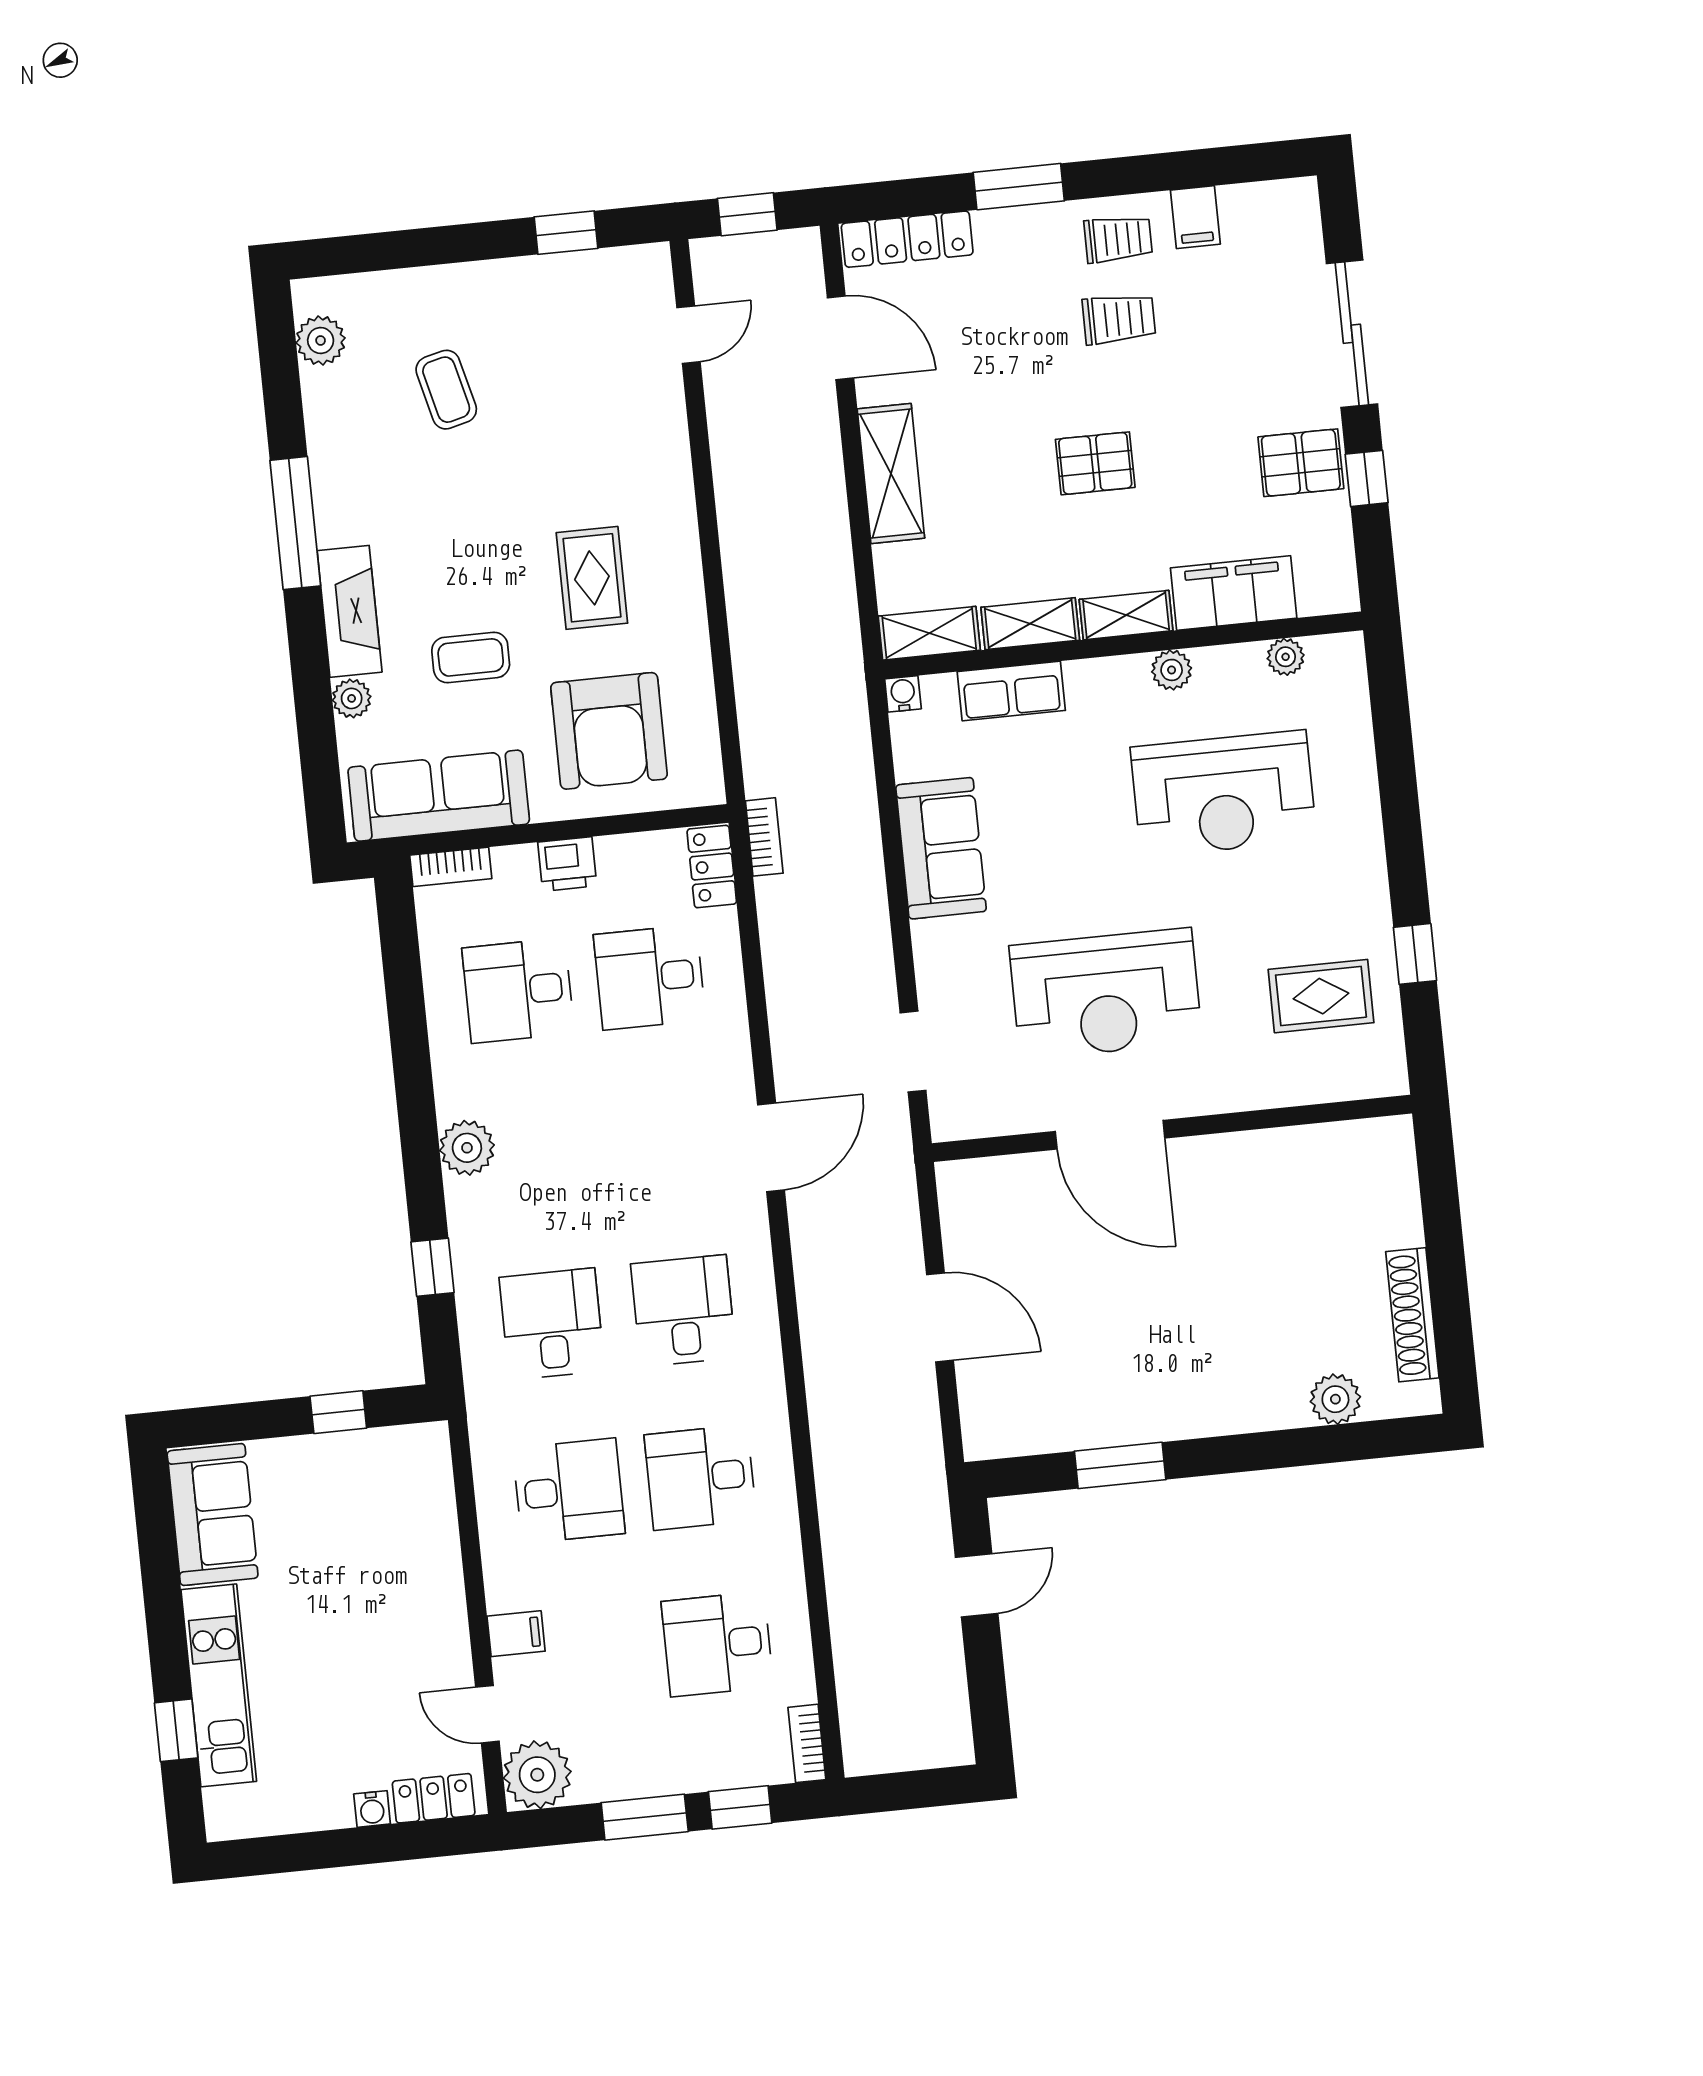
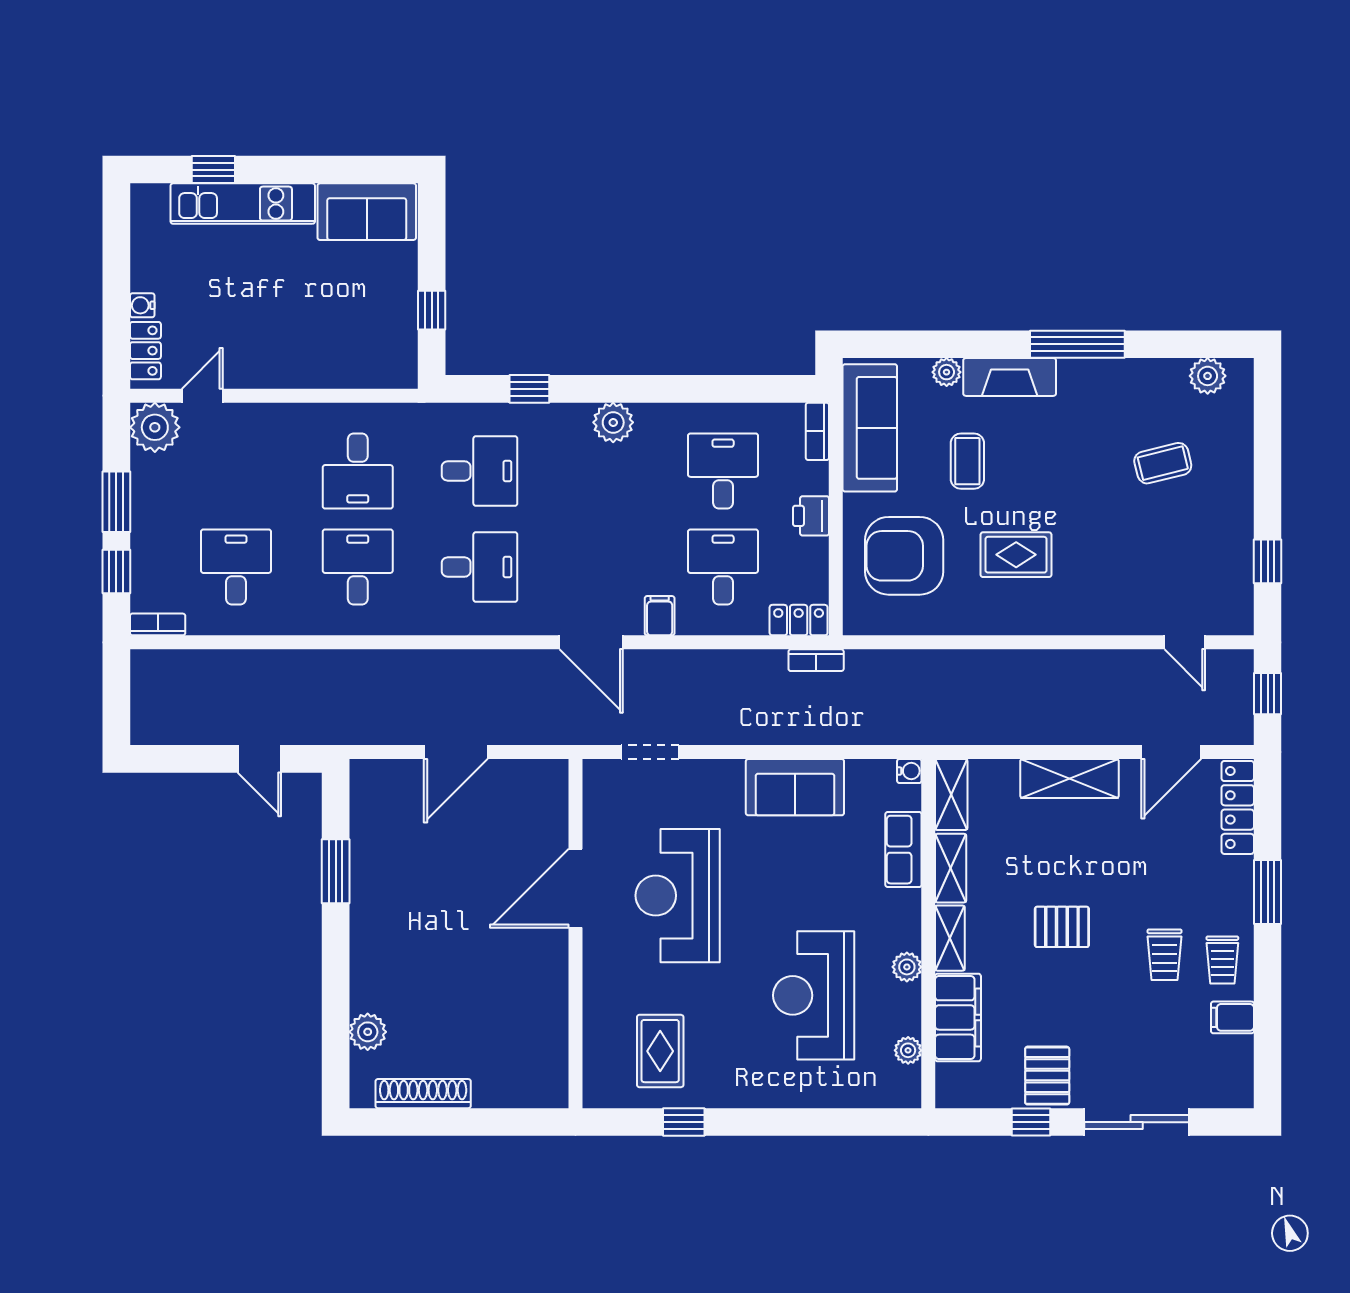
pallet: (1095, 463) -> (1062, 927), turned 90
filing cabinet: (516, 1634) -> (660, 616), moved, turned 180

